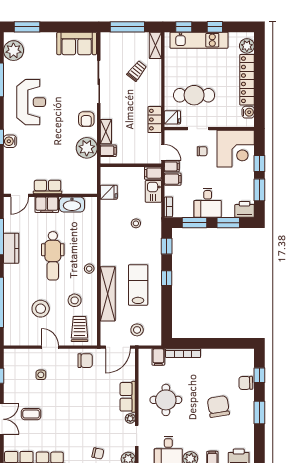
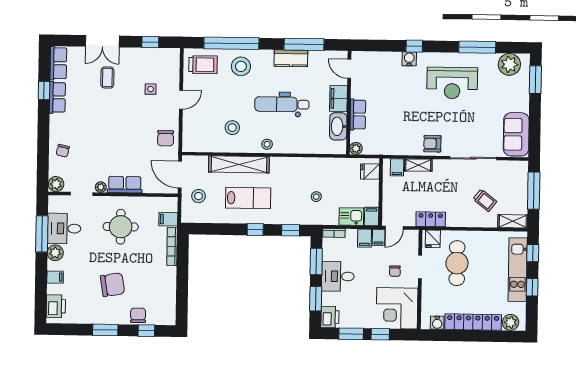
plant: (87, 148) -> (356, 148), moved, width x0.53, depth x0.53
row of seats: (48, 187) -> (358, 115), moved
fridge: (109, 192) -> (370, 172), moved, turned 90
stool: (41, 309) -> (241, 66), moved
trolley: (80, 329) -> (203, 65), moved

